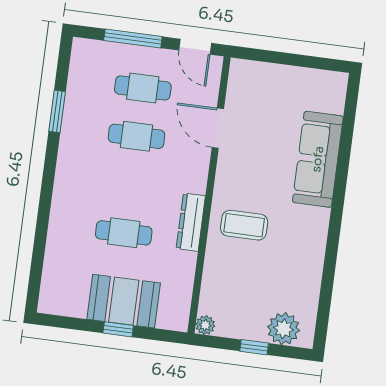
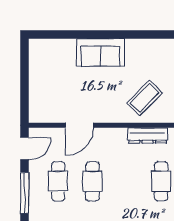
sofa: (318, 159) -> (101, 52), width x0.73
coffee table: (244, 225) -> (145, 98), turned 44

